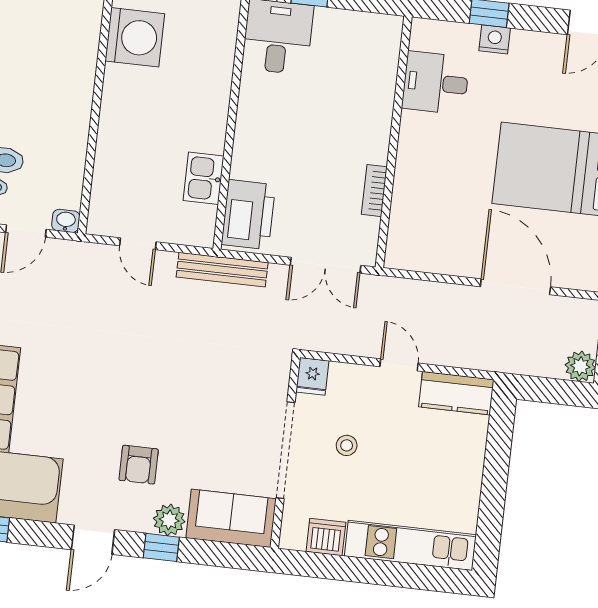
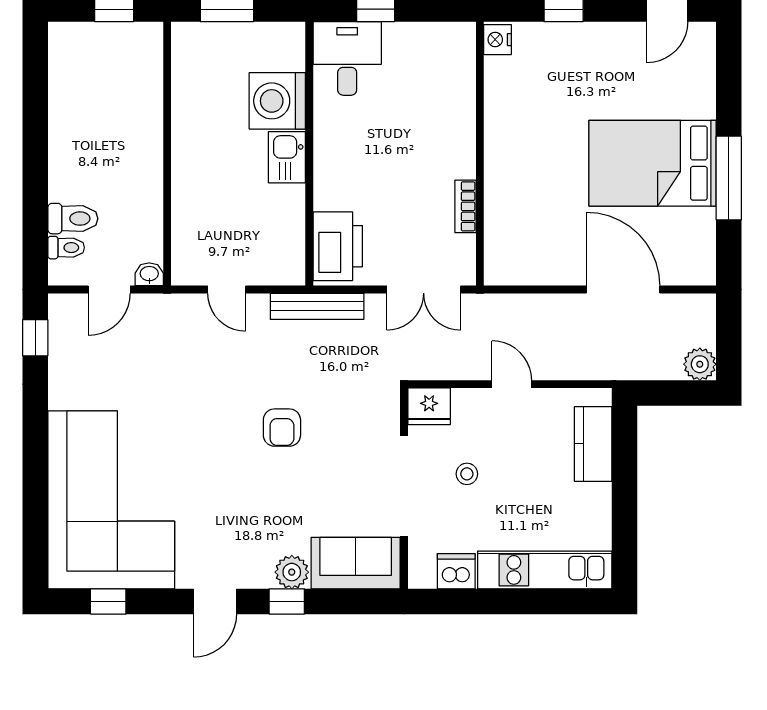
washing machine: (135, 37) -> (277, 101), moved, turned 180
nightstand: (495, 39) -> (497, 40), moved, turned -90
desk: (436, 83) -> (516, 87), removed
kitchen sink: (203, 178) -> (287, 157), moved
fridge: (312, 376) -> (429, 406), width x1.38
kitchen counter: (456, 393) -> (593, 444), moved, turned 90
armchair: (139, 465) -> (282, 428), moved

